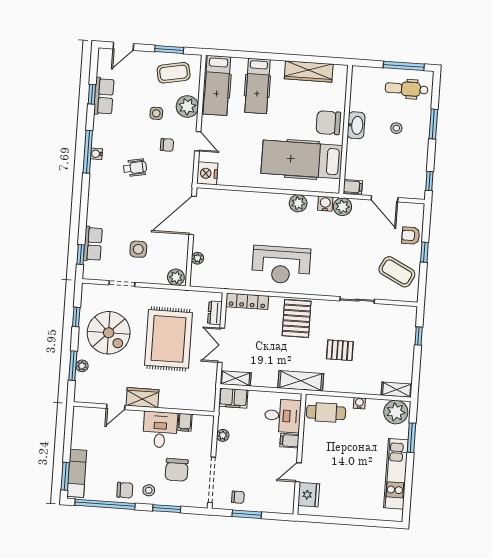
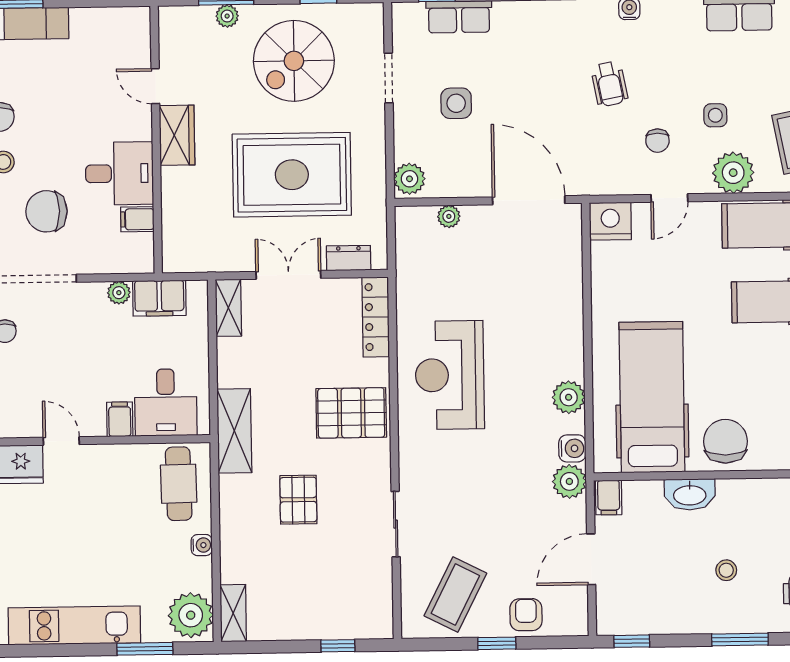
washbasin: (356, 125) -> (690, 494), moved
filing cabinet: (233, 398) -> (159, 298), moved, turned -90

